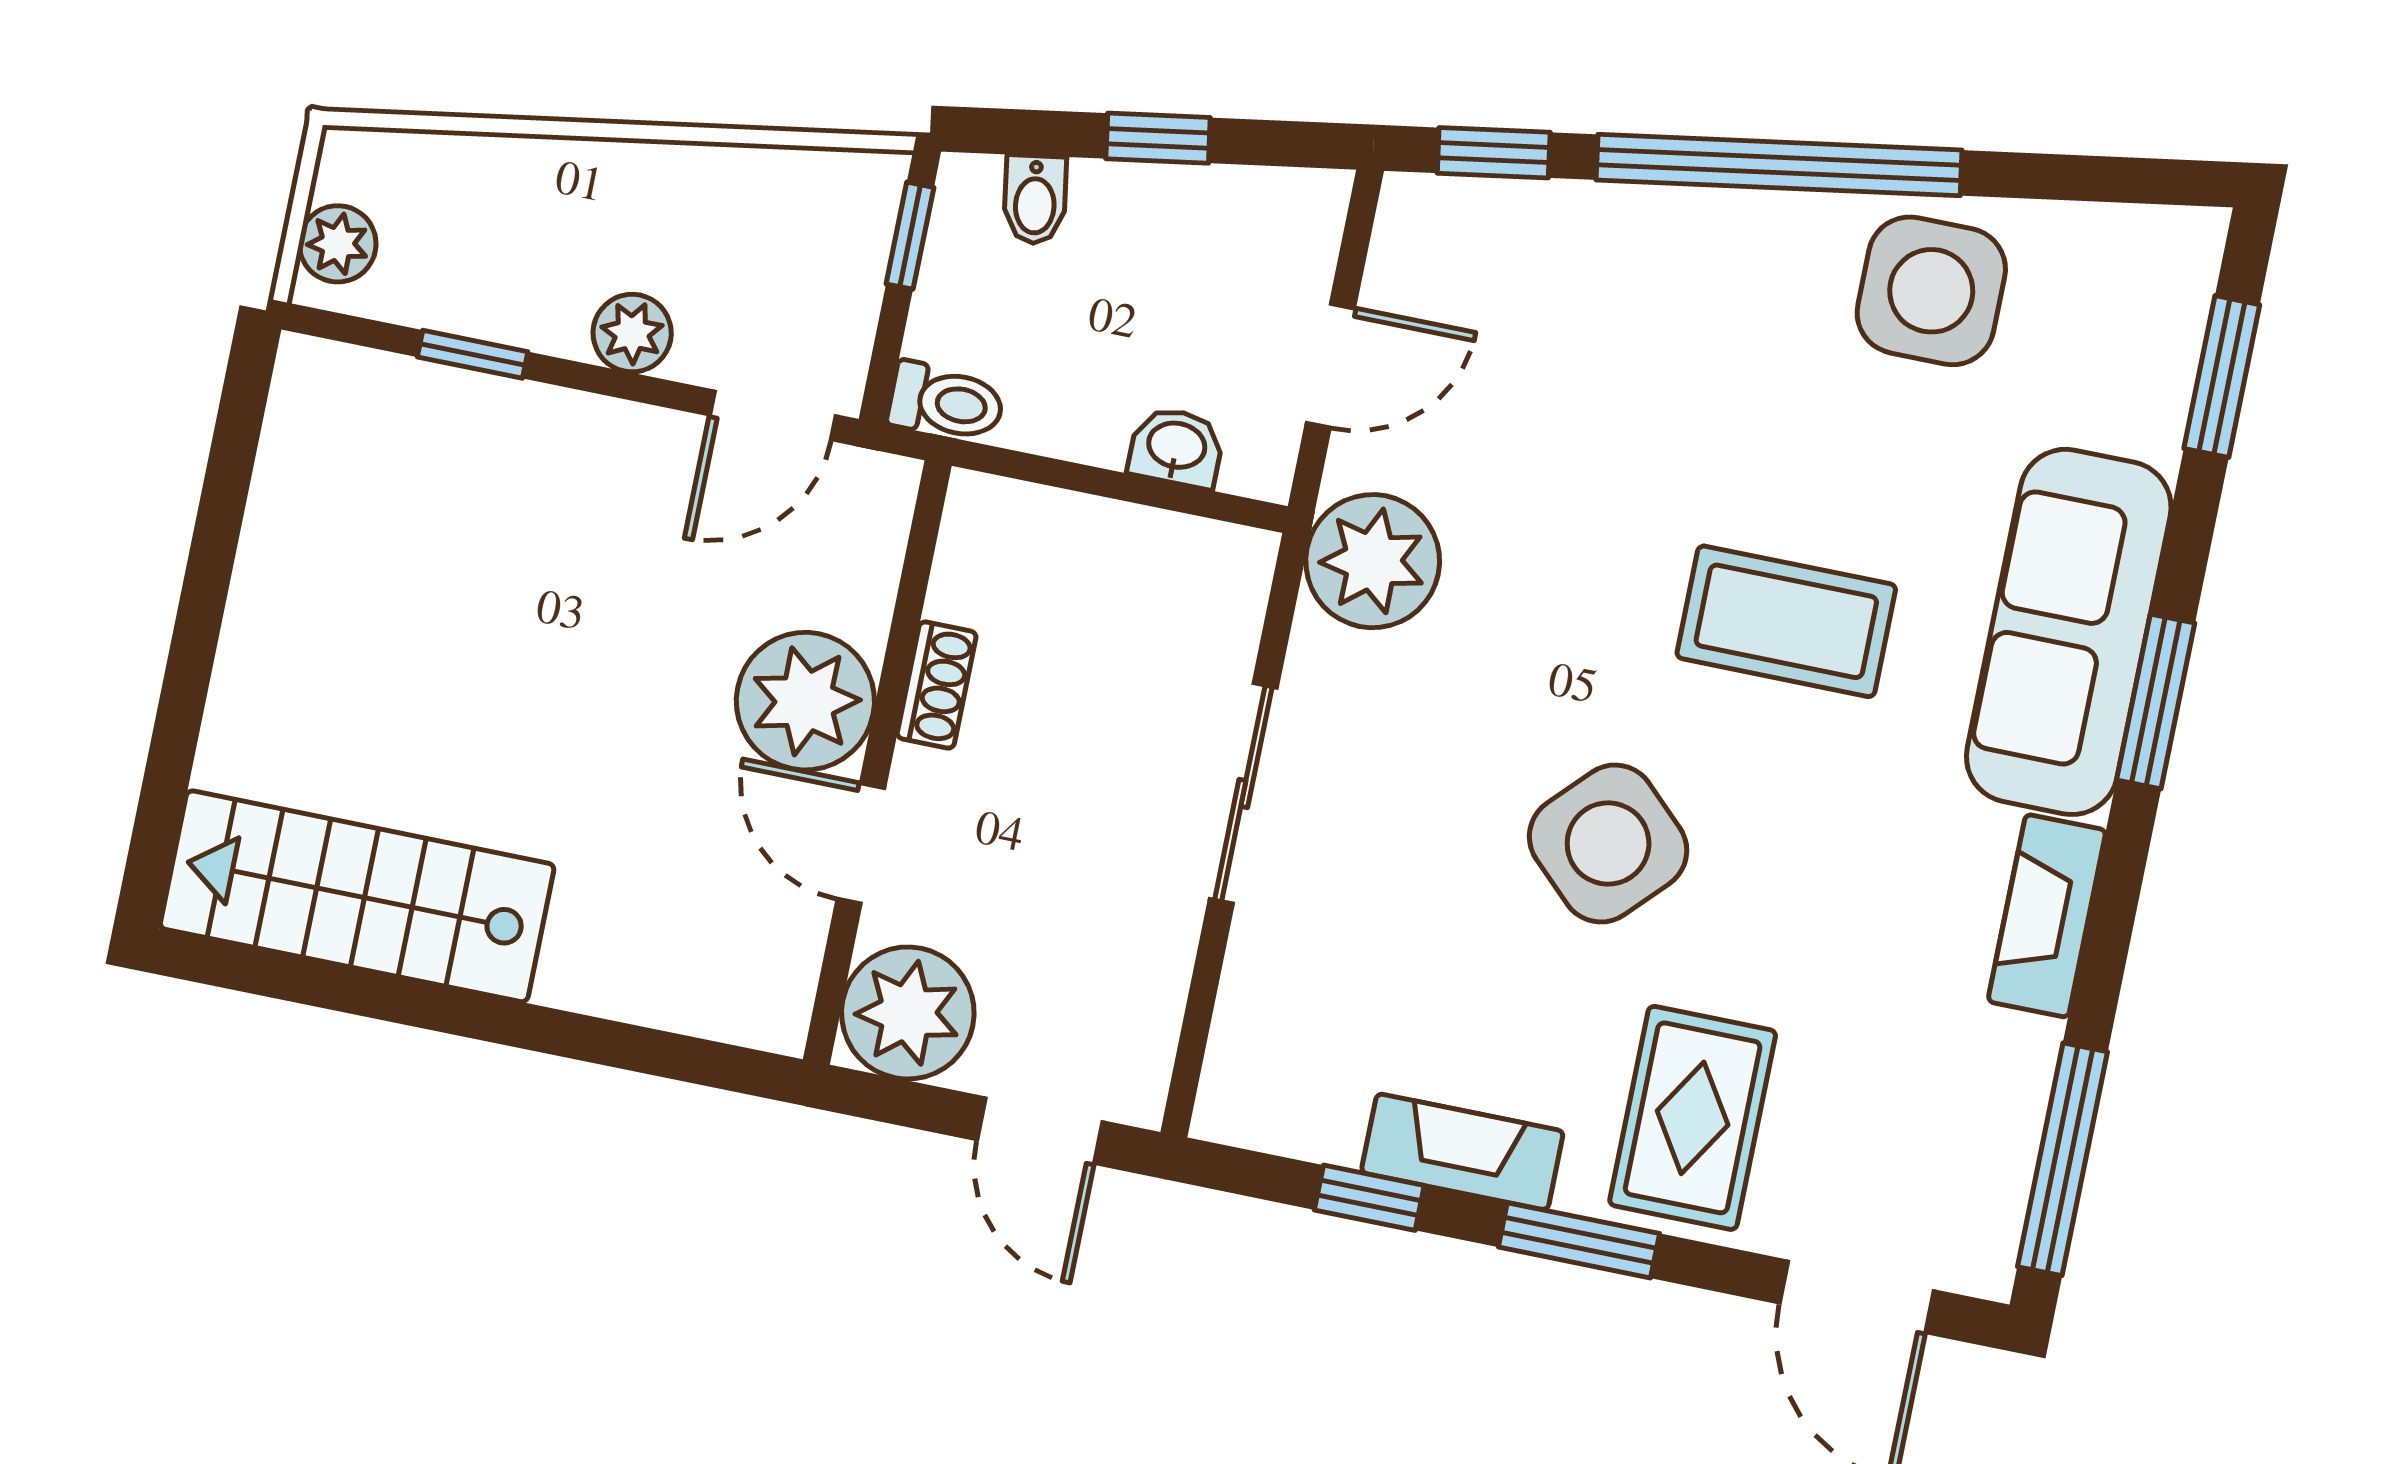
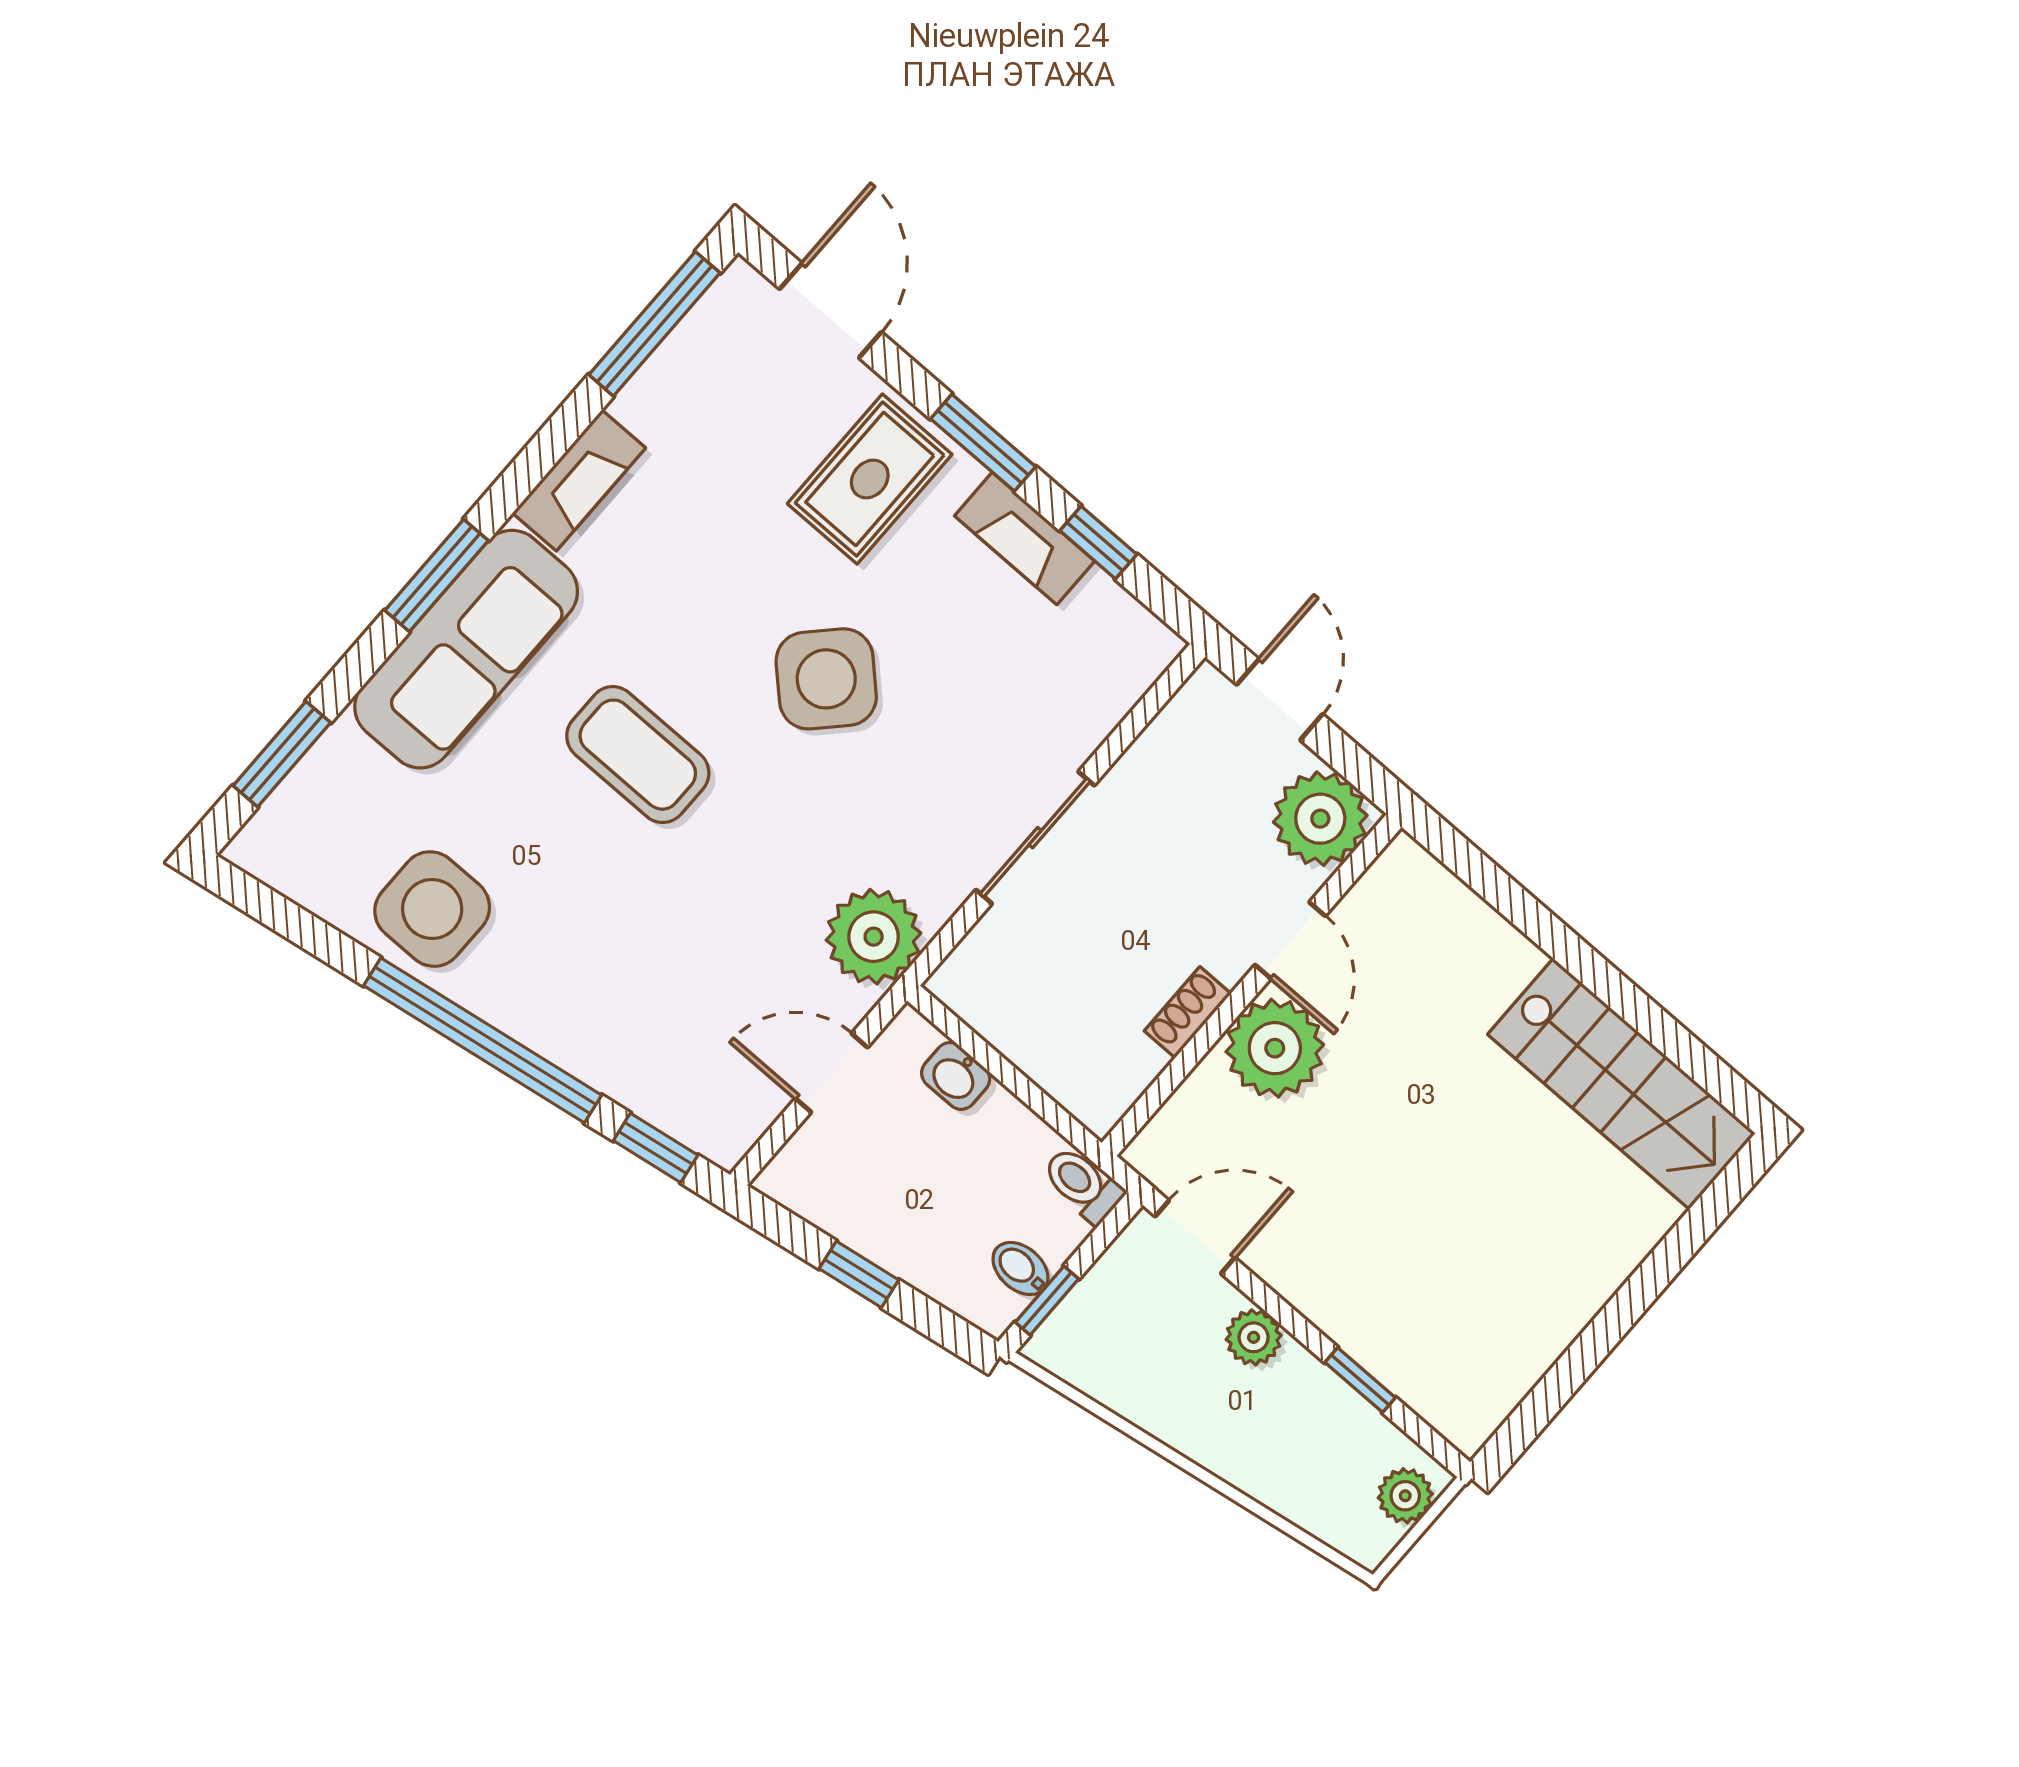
bidet: (1035, 200) -> (1021, 1268), moved, turned -81

